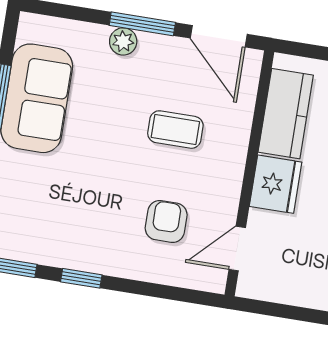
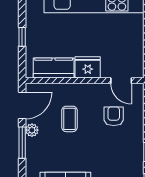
plant: (123, 41) -> (32, 130), moved
armchair: (166, 221) -> (114, 116), turned 90

